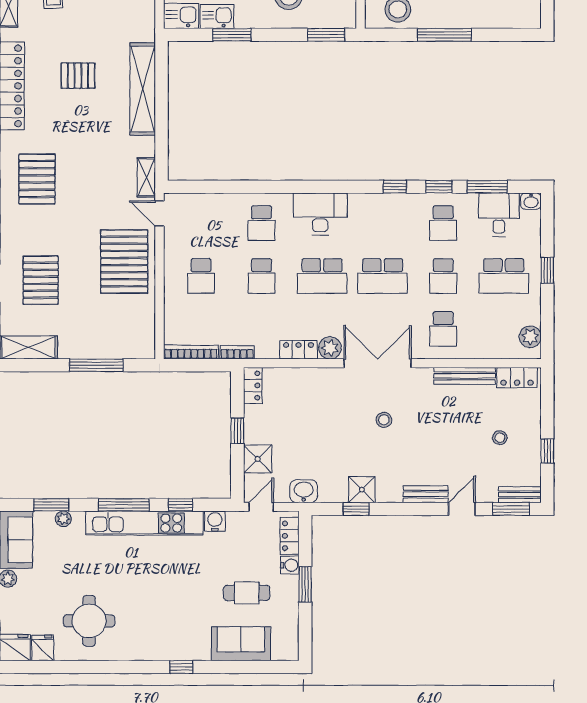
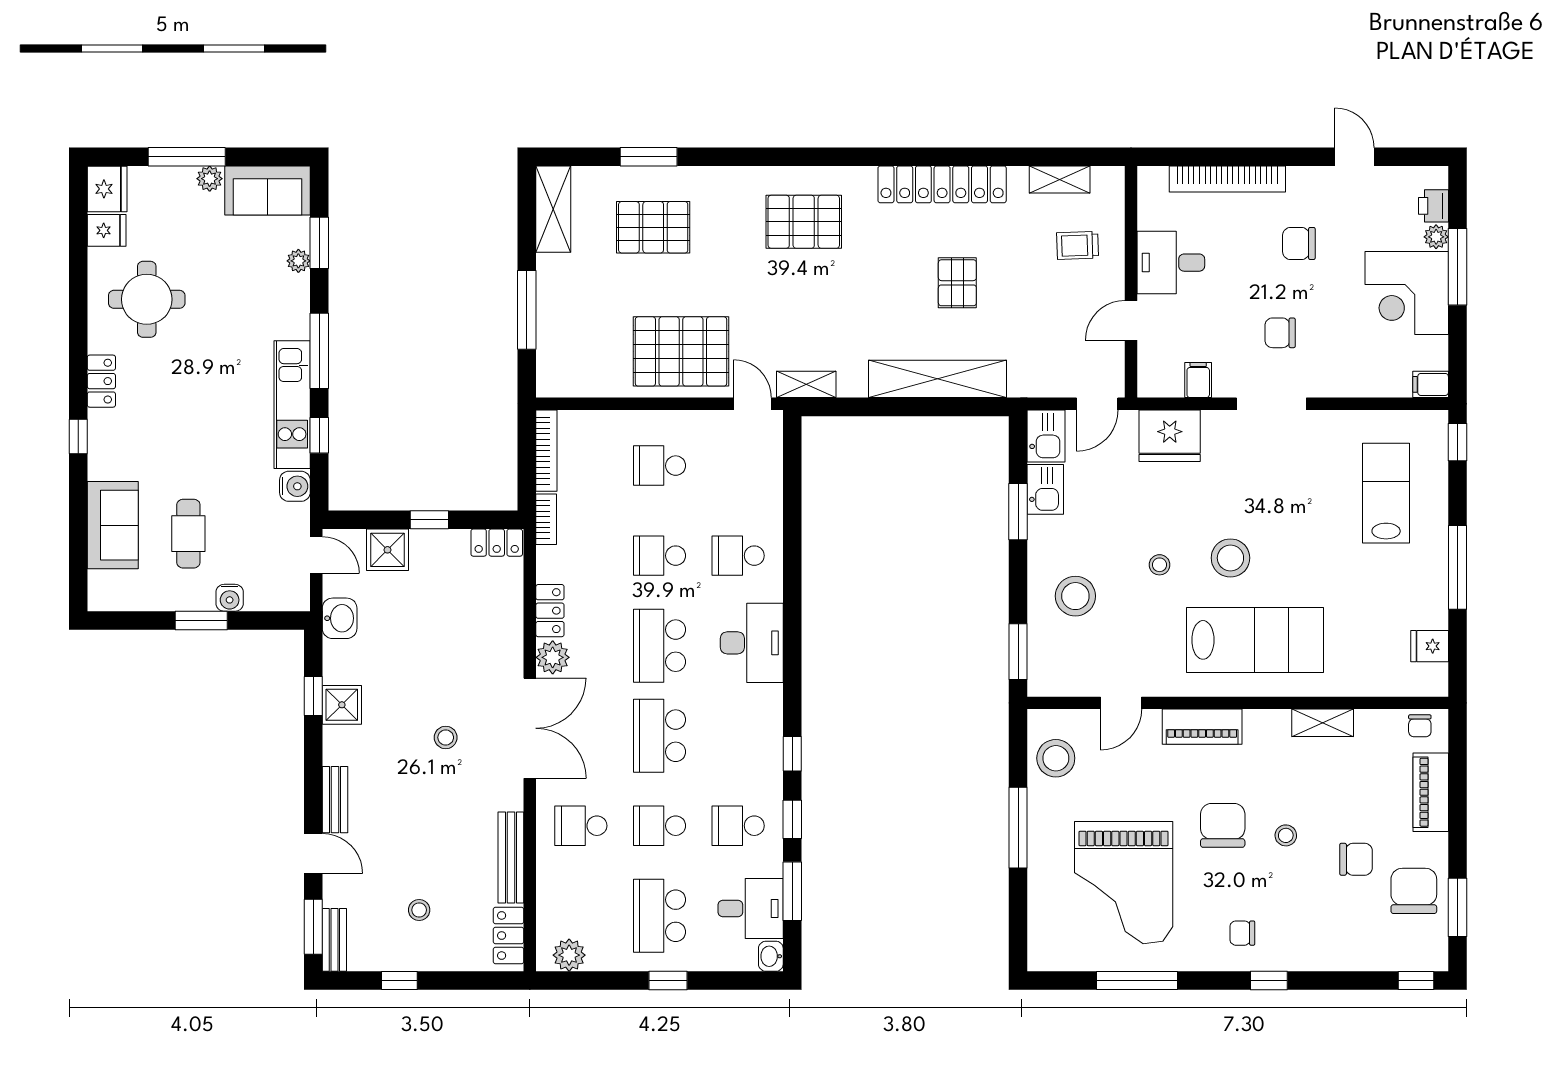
door: (159, 213) -> (752, 404), hinge flipped
kitchen unit: (144, 523) -> (292, 405), width x0.73
locker: (290, 536) -> (101, 381), moved, turned 90

